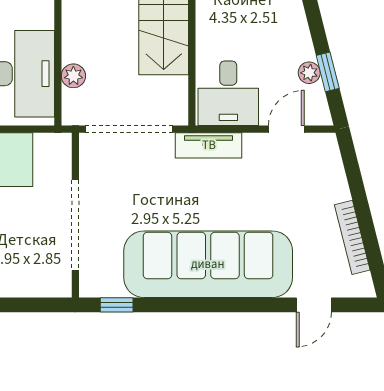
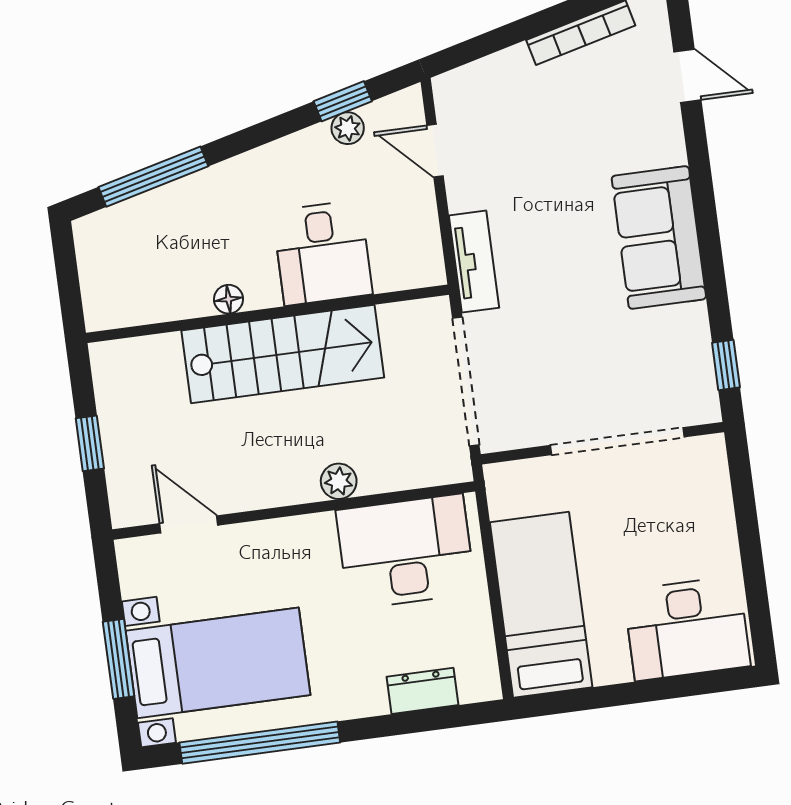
plant: (73, 76) -> (339, 481), moved
desk: (228, 93) -> (322, 253), moved, turned 90
sofa: (208, 264) -> (659, 238), width x0.54, depth x0.79

